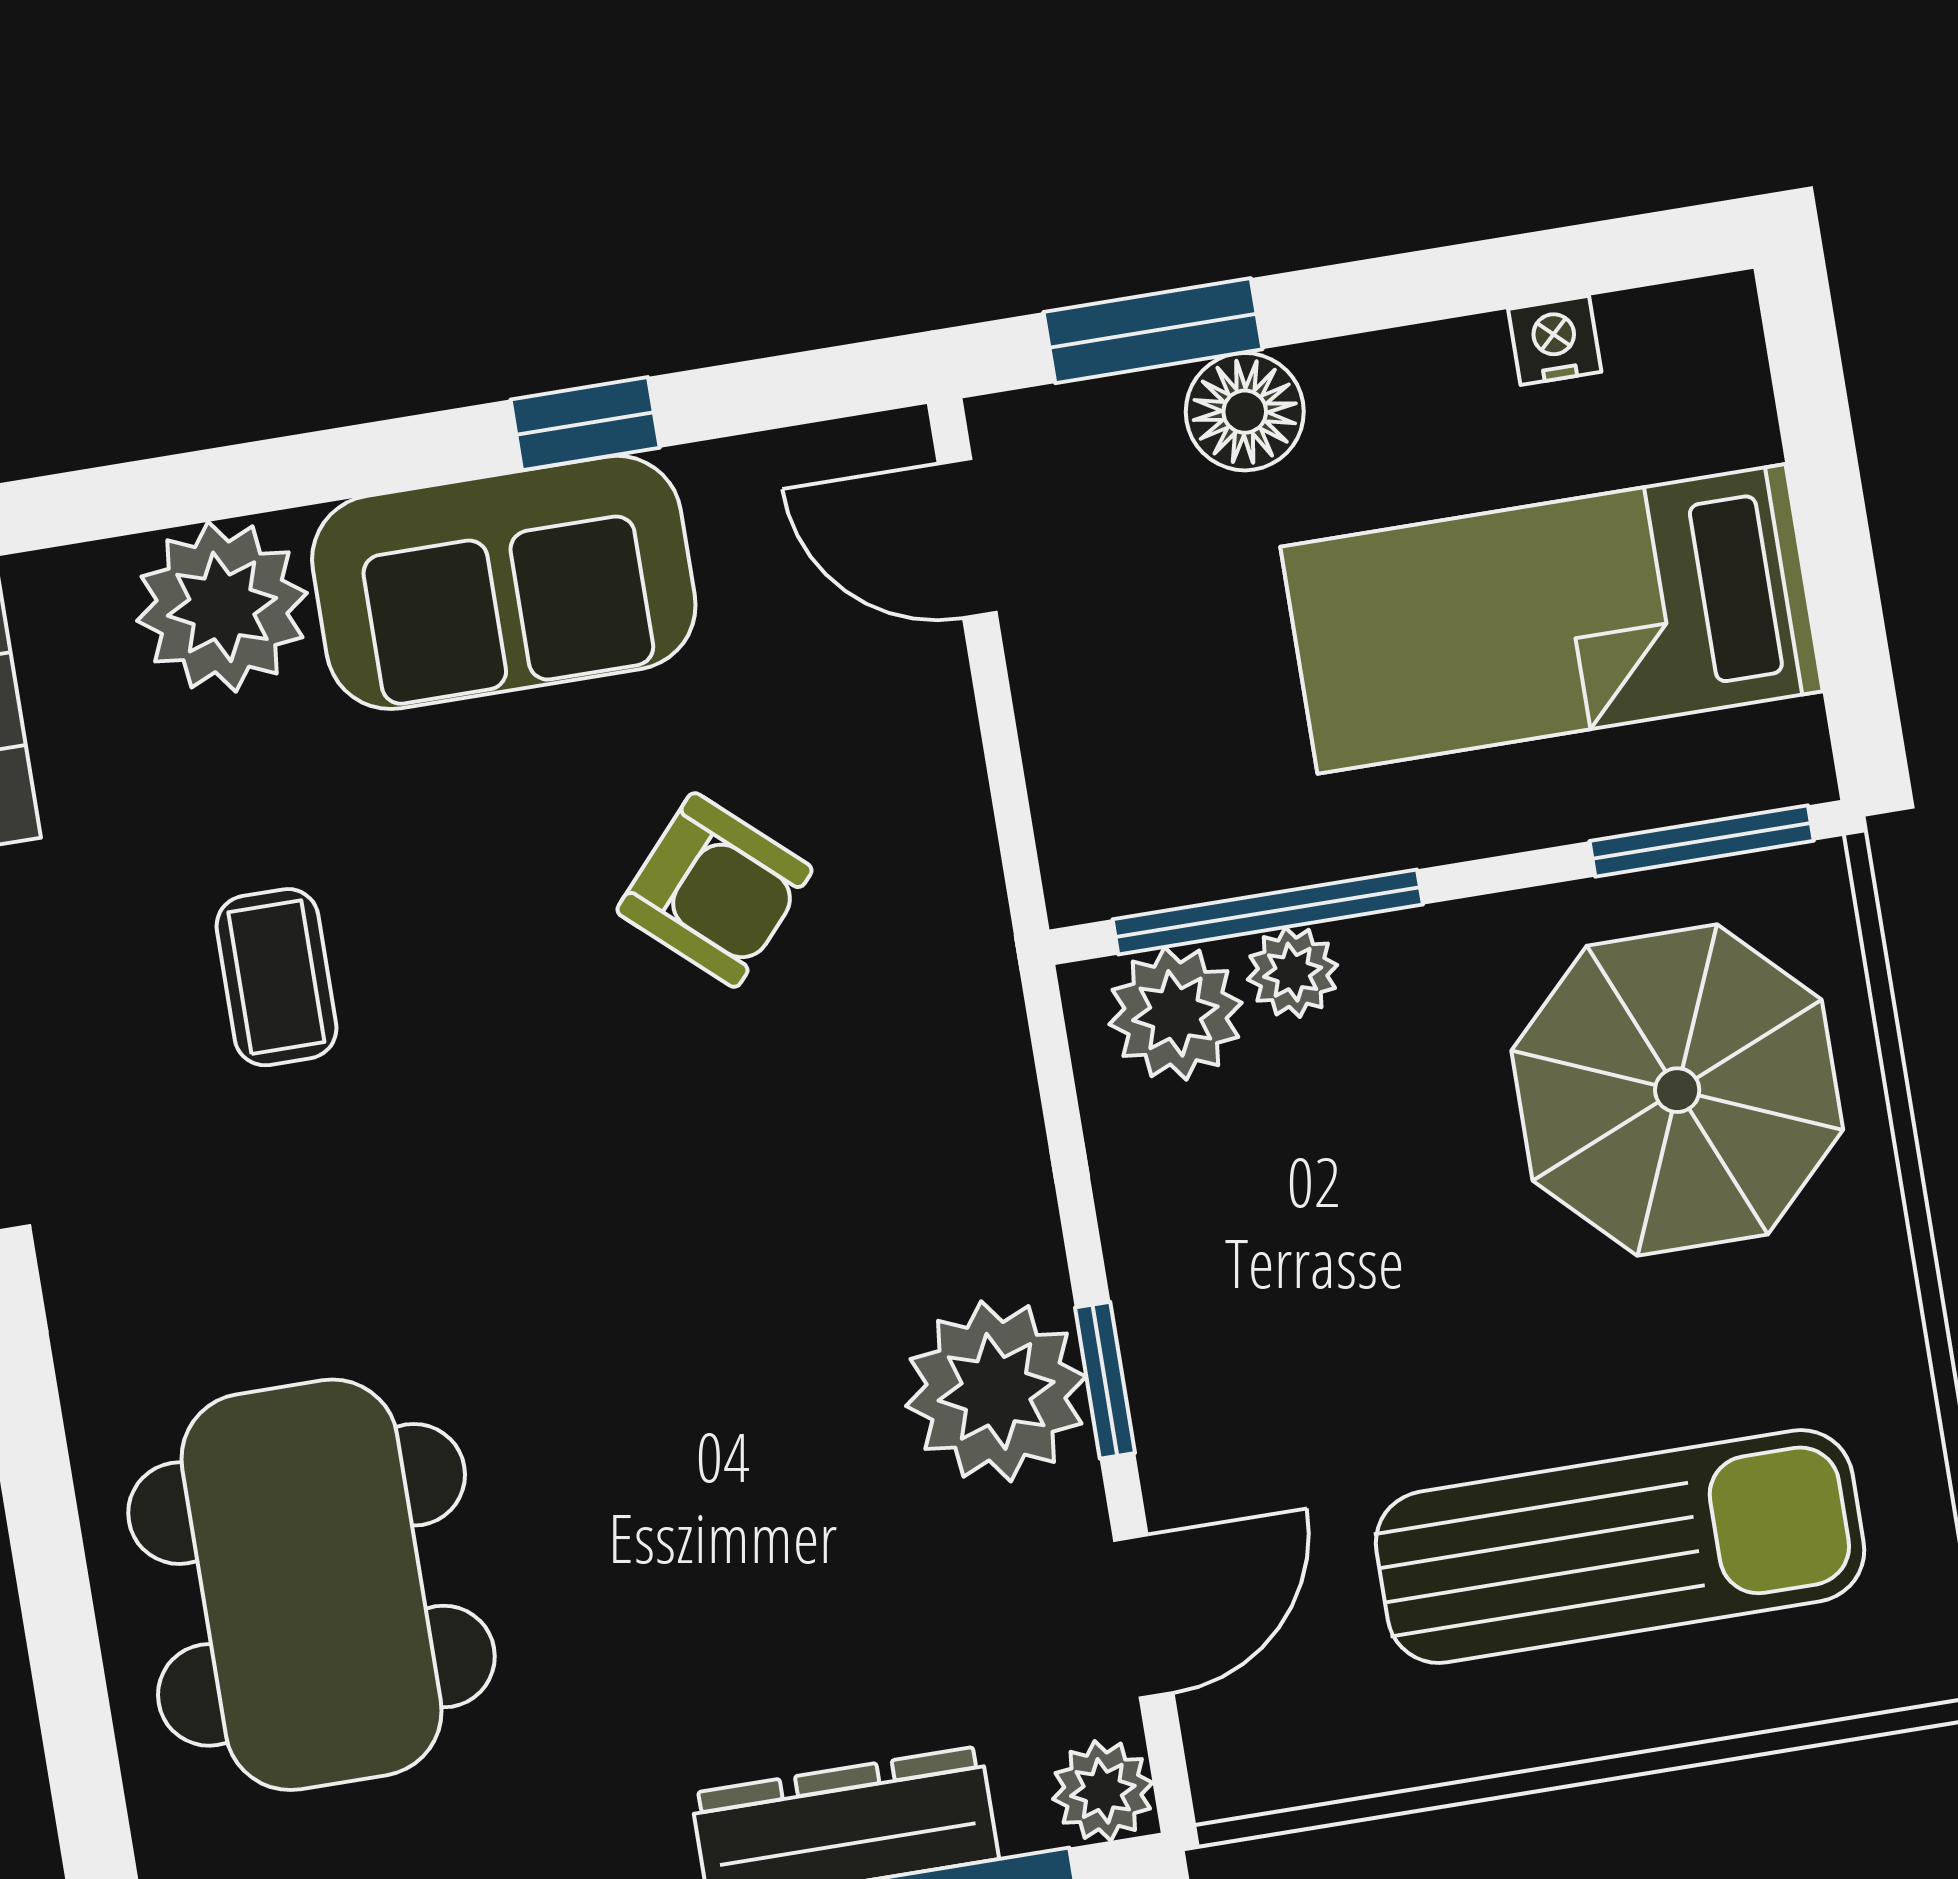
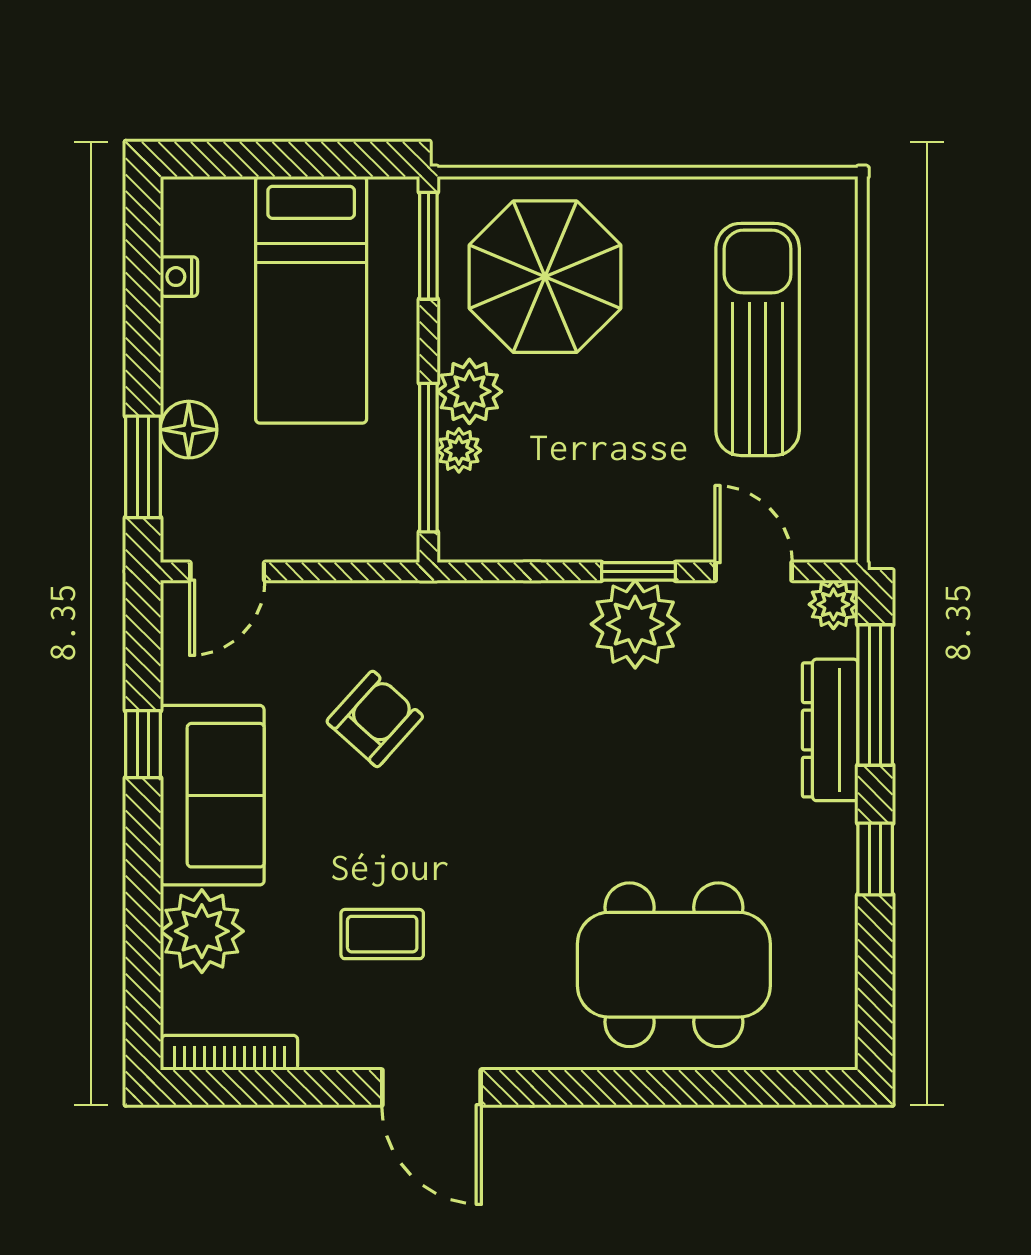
plant: (1175, 1013) -> (469, 391), moved

